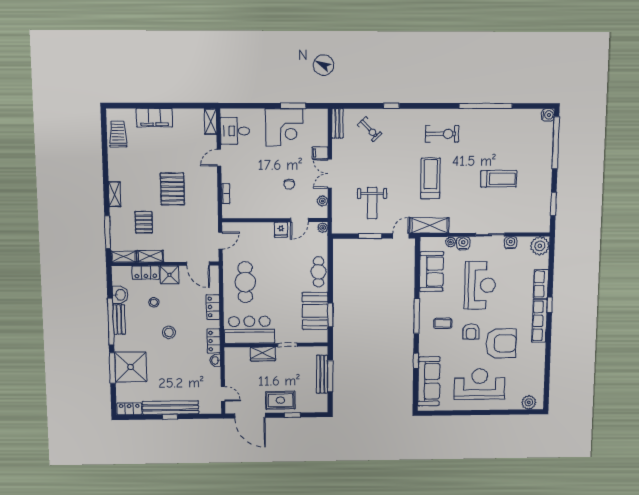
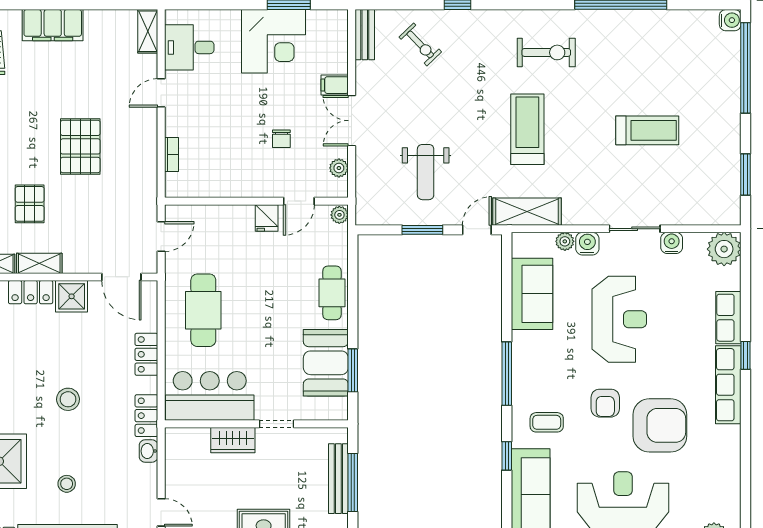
stool: (154, 302) -> (67, 484), moved
coffee table: (443, 323) -> (547, 422), moved

